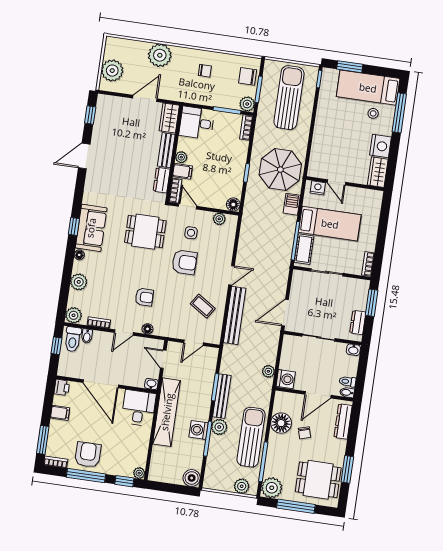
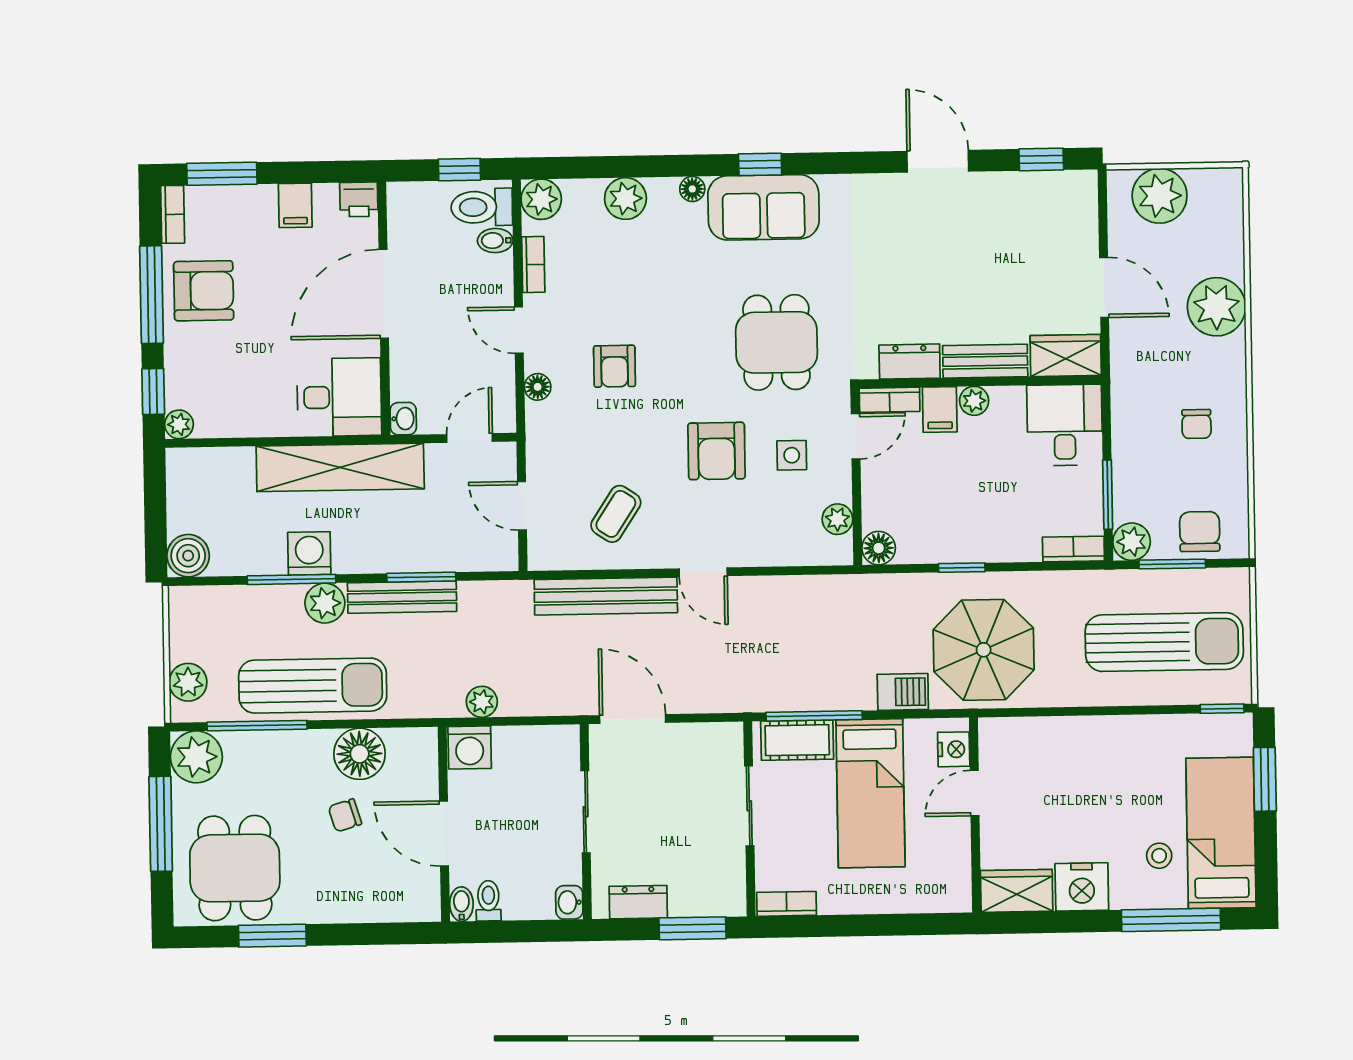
dresser: (343, 421) -> (388, 906), removed

